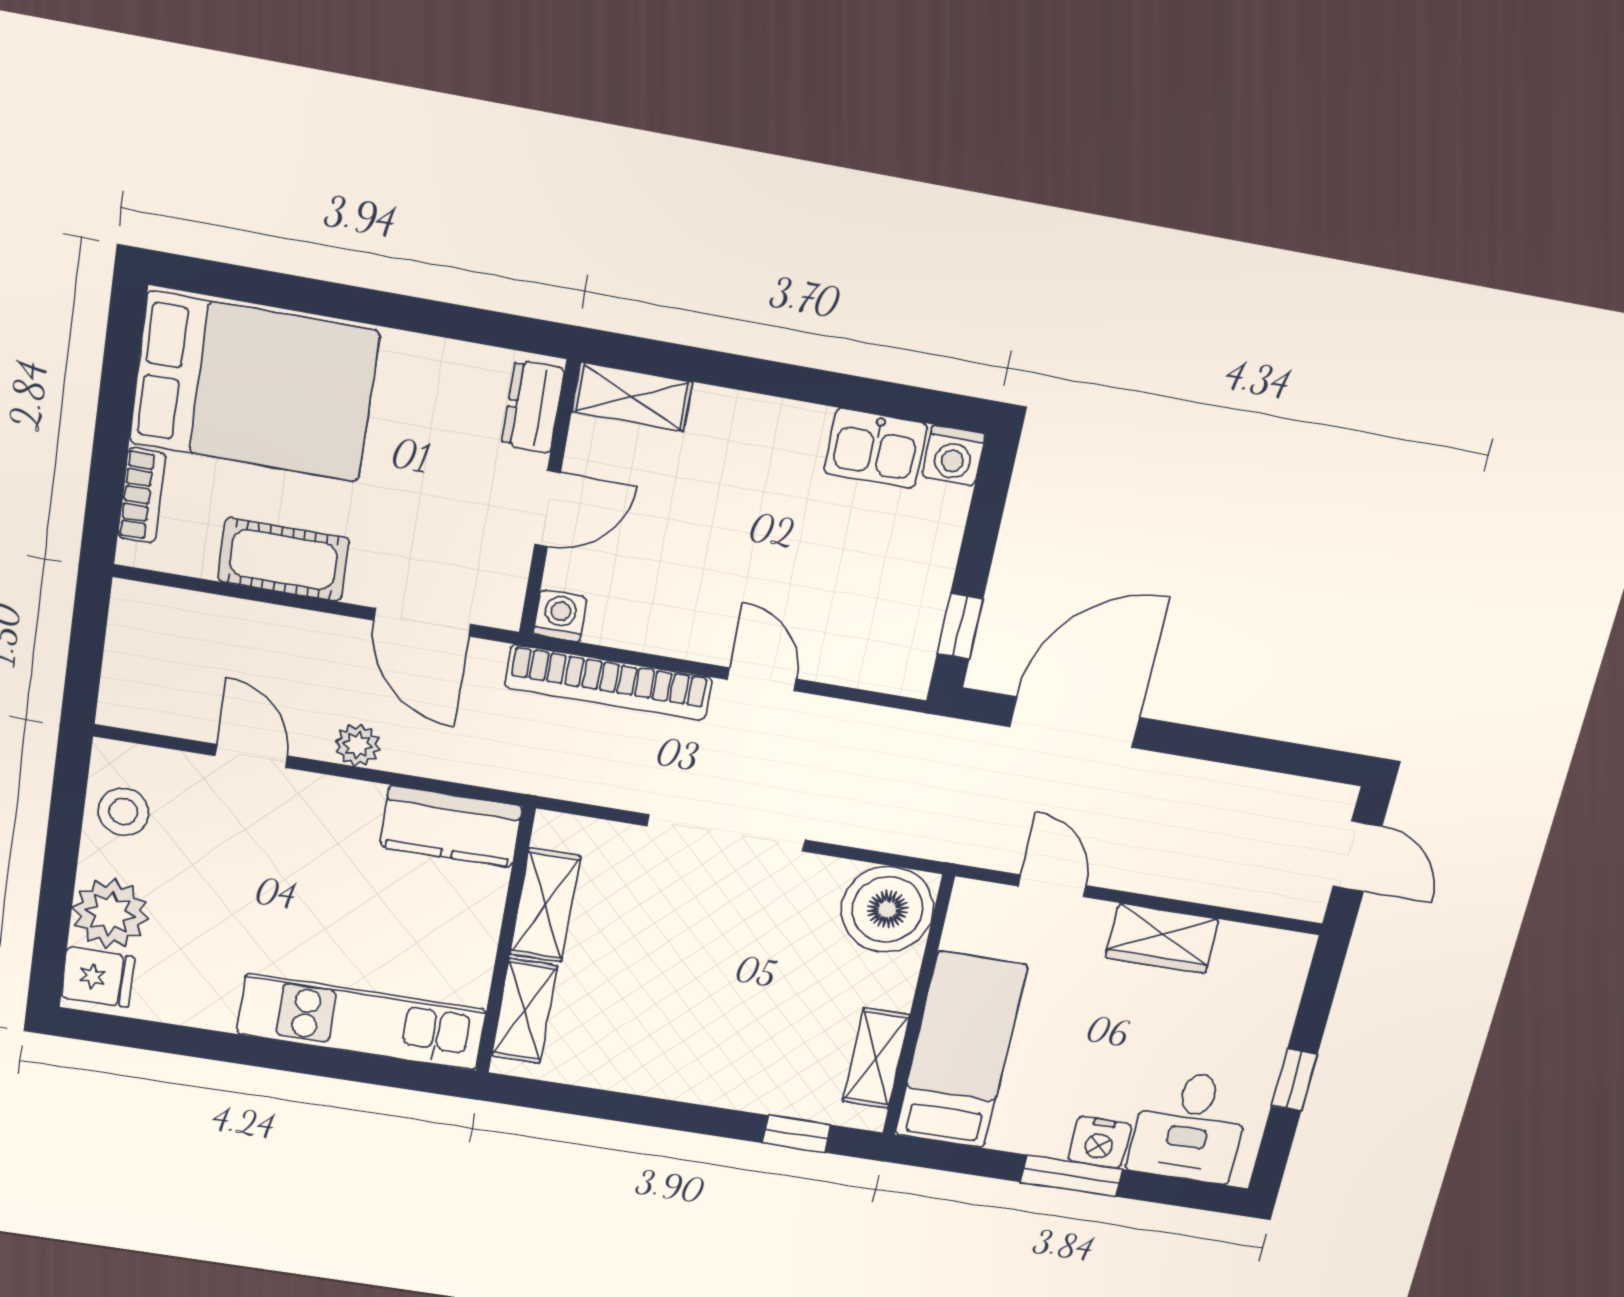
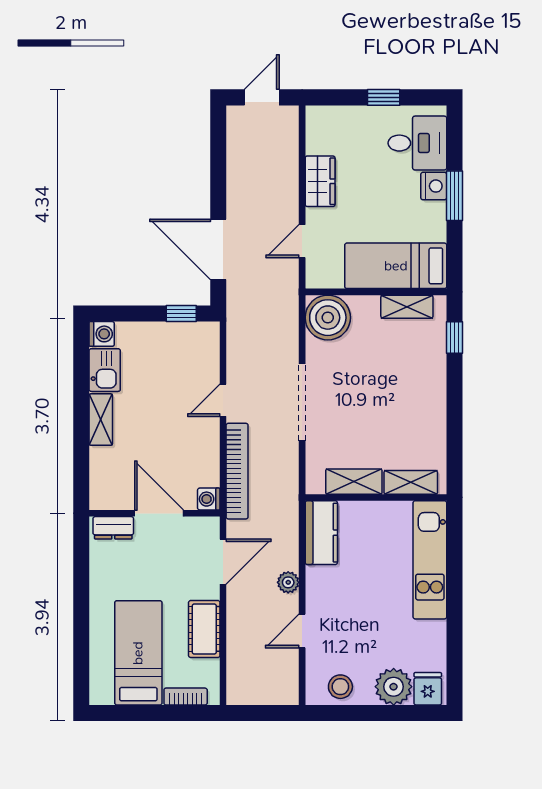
bed: (254, 387) -> (138, 653), width x0.67
shelving: (632, 397) -> (101, 420), moved
door: (548, 509) -> (159, 513), width x1.38

